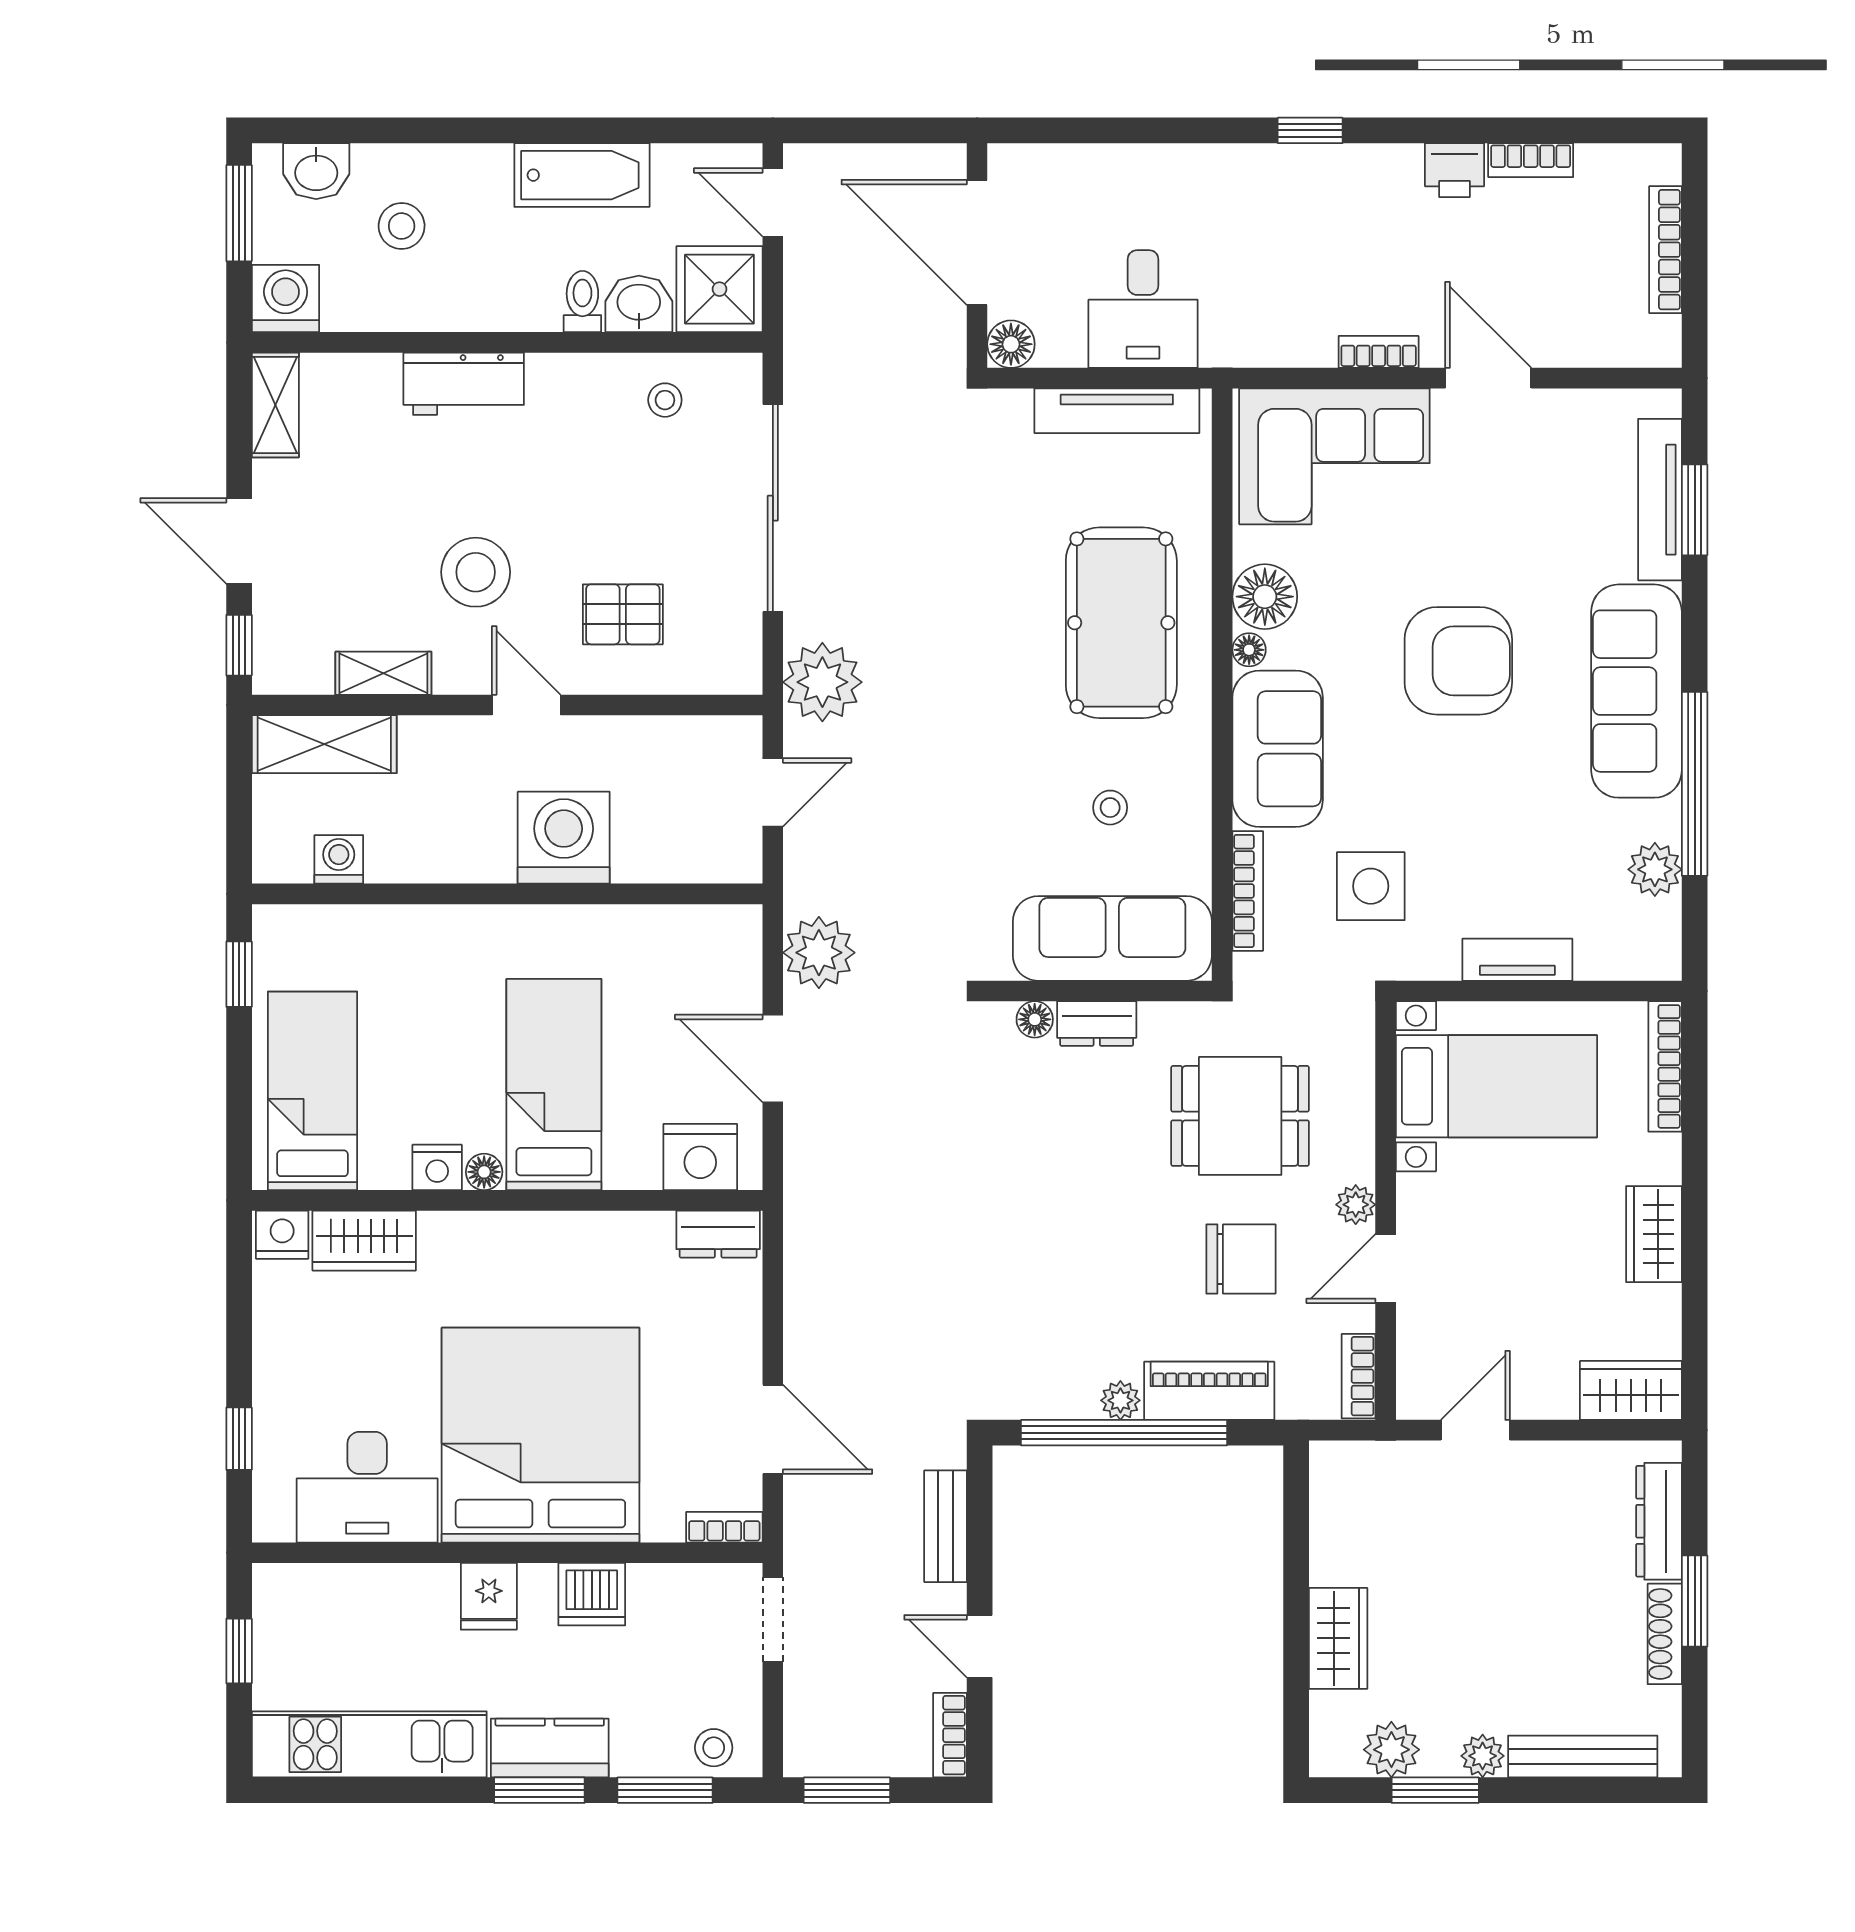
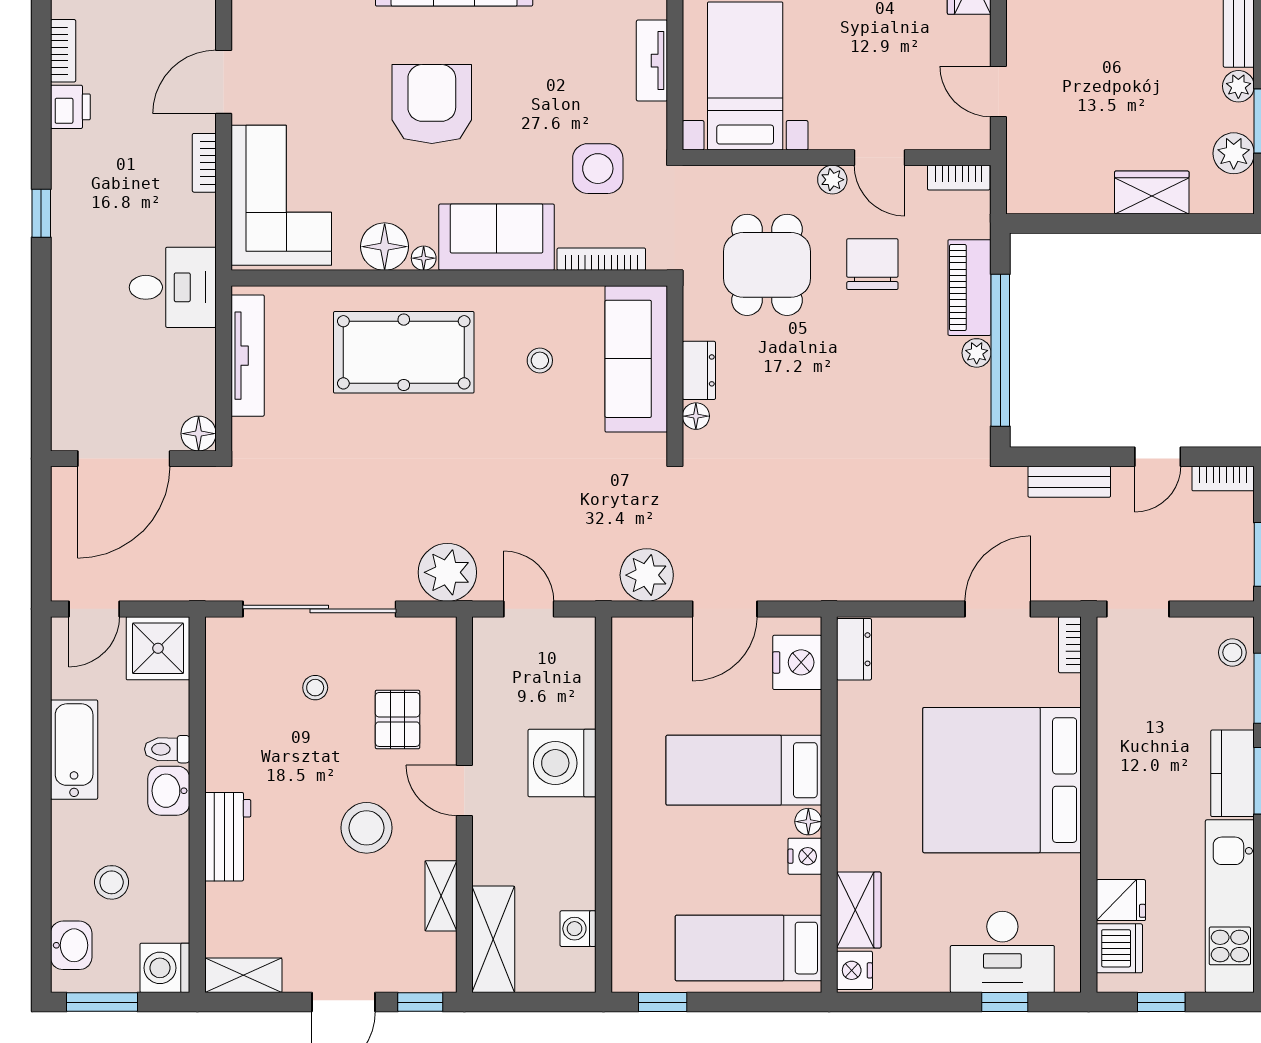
washbasin: (639, 304) -> (169, 791), moved
desk: (1143, 309) -> (173, 287), moved
stool: (665, 400) -> (315, 688), moved
door: (526, 705) -> (464, 790), hinge flipped
desk: (367, 1487) -> (1002, 952), moved, turned 90
dishwasher: (592, 1594) -> (1119, 948), moved
fridge: (489, 1596) -> (1121, 900), moved

